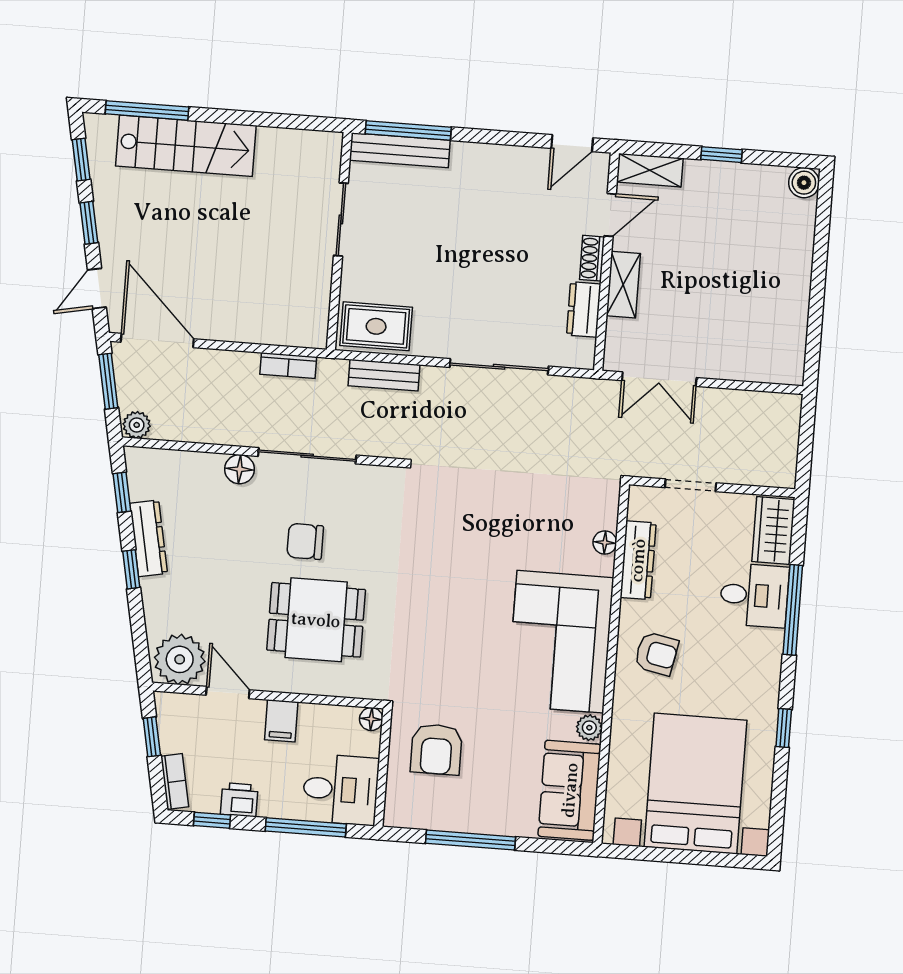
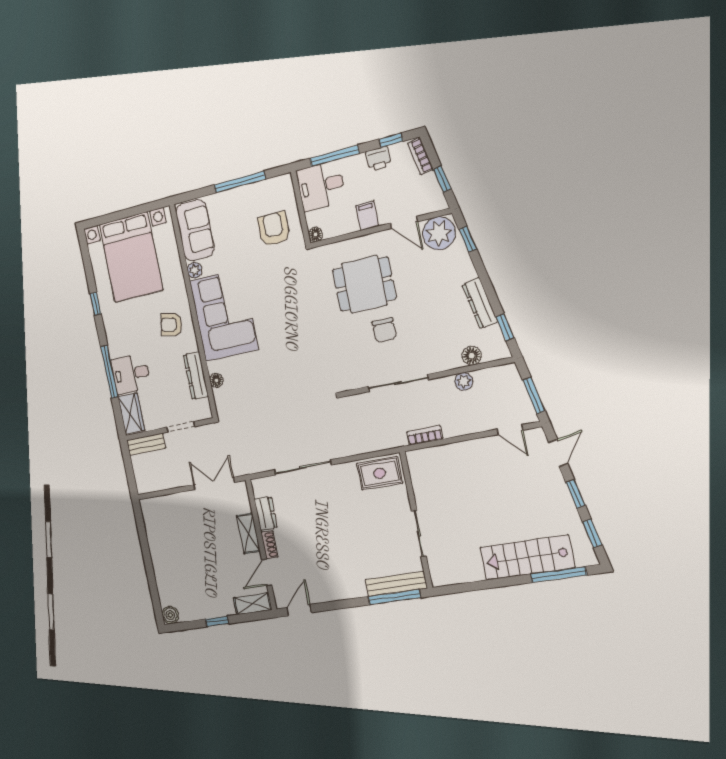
door: (157, 341) -> (510, 430), width x0.53
bench: (384, 375) -> (146, 444), moved
plant: (137, 425) -> (464, 381), moved
floor lamp: (240, 469) -> (472, 356), moved
chair: (305, 541) -> (384, 330), turned 90
window: (131, 569) -> (468, 239), moved

